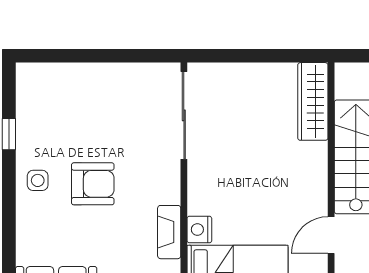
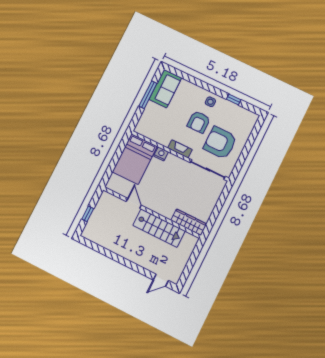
armchair: (115, 117) -> (220, 143), added
fireplace: (169, 232) -> (180, 149), moved

